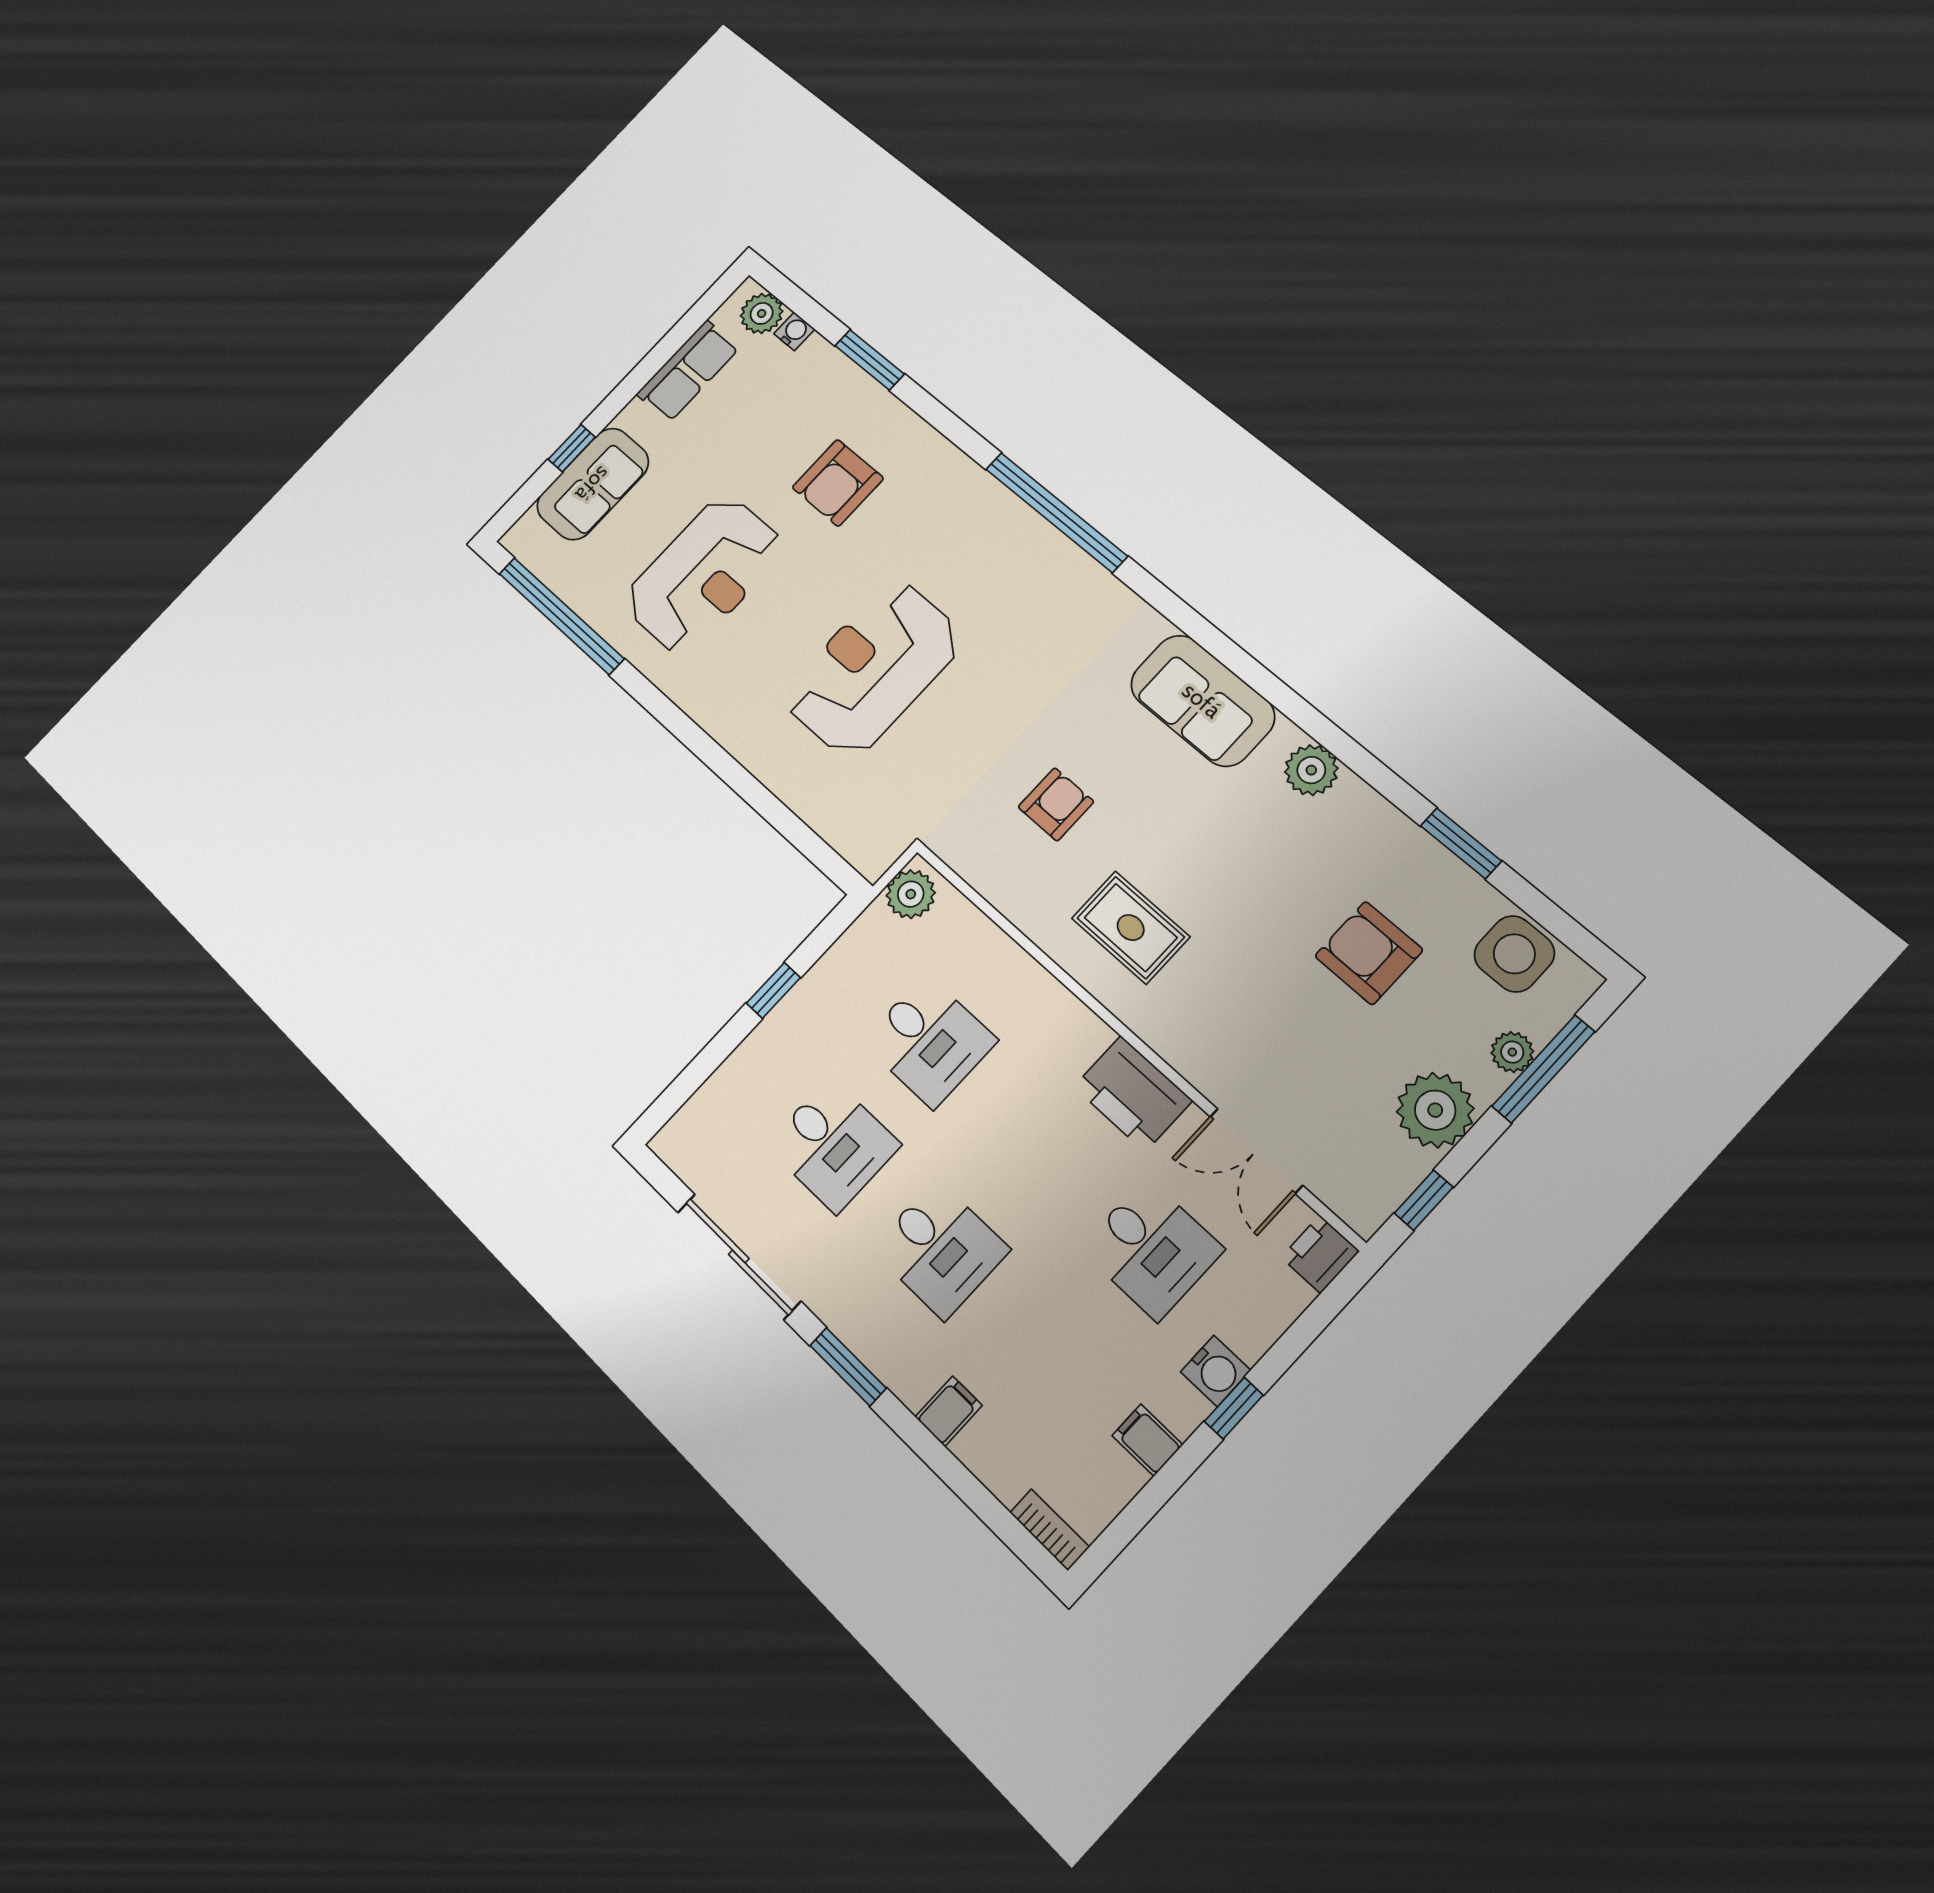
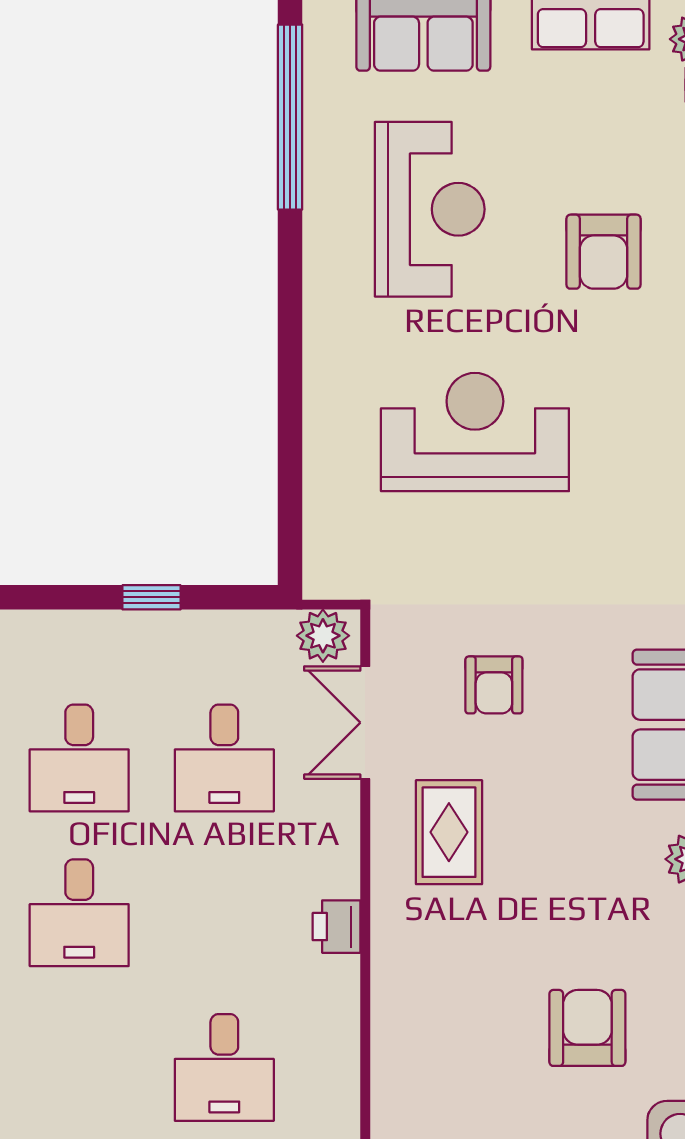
armchair: (838, 483) -> (603, 252), turned -90
reception desk: (703, 575) -> (430, 209), turned -90
armchair: (1056, 804) -> (494, 685), turned 90
printer: (1133, 1094) -> (337, 927), width x0.53, depth x0.68
double door: (1256, 1151) -> (365, 723), moved

